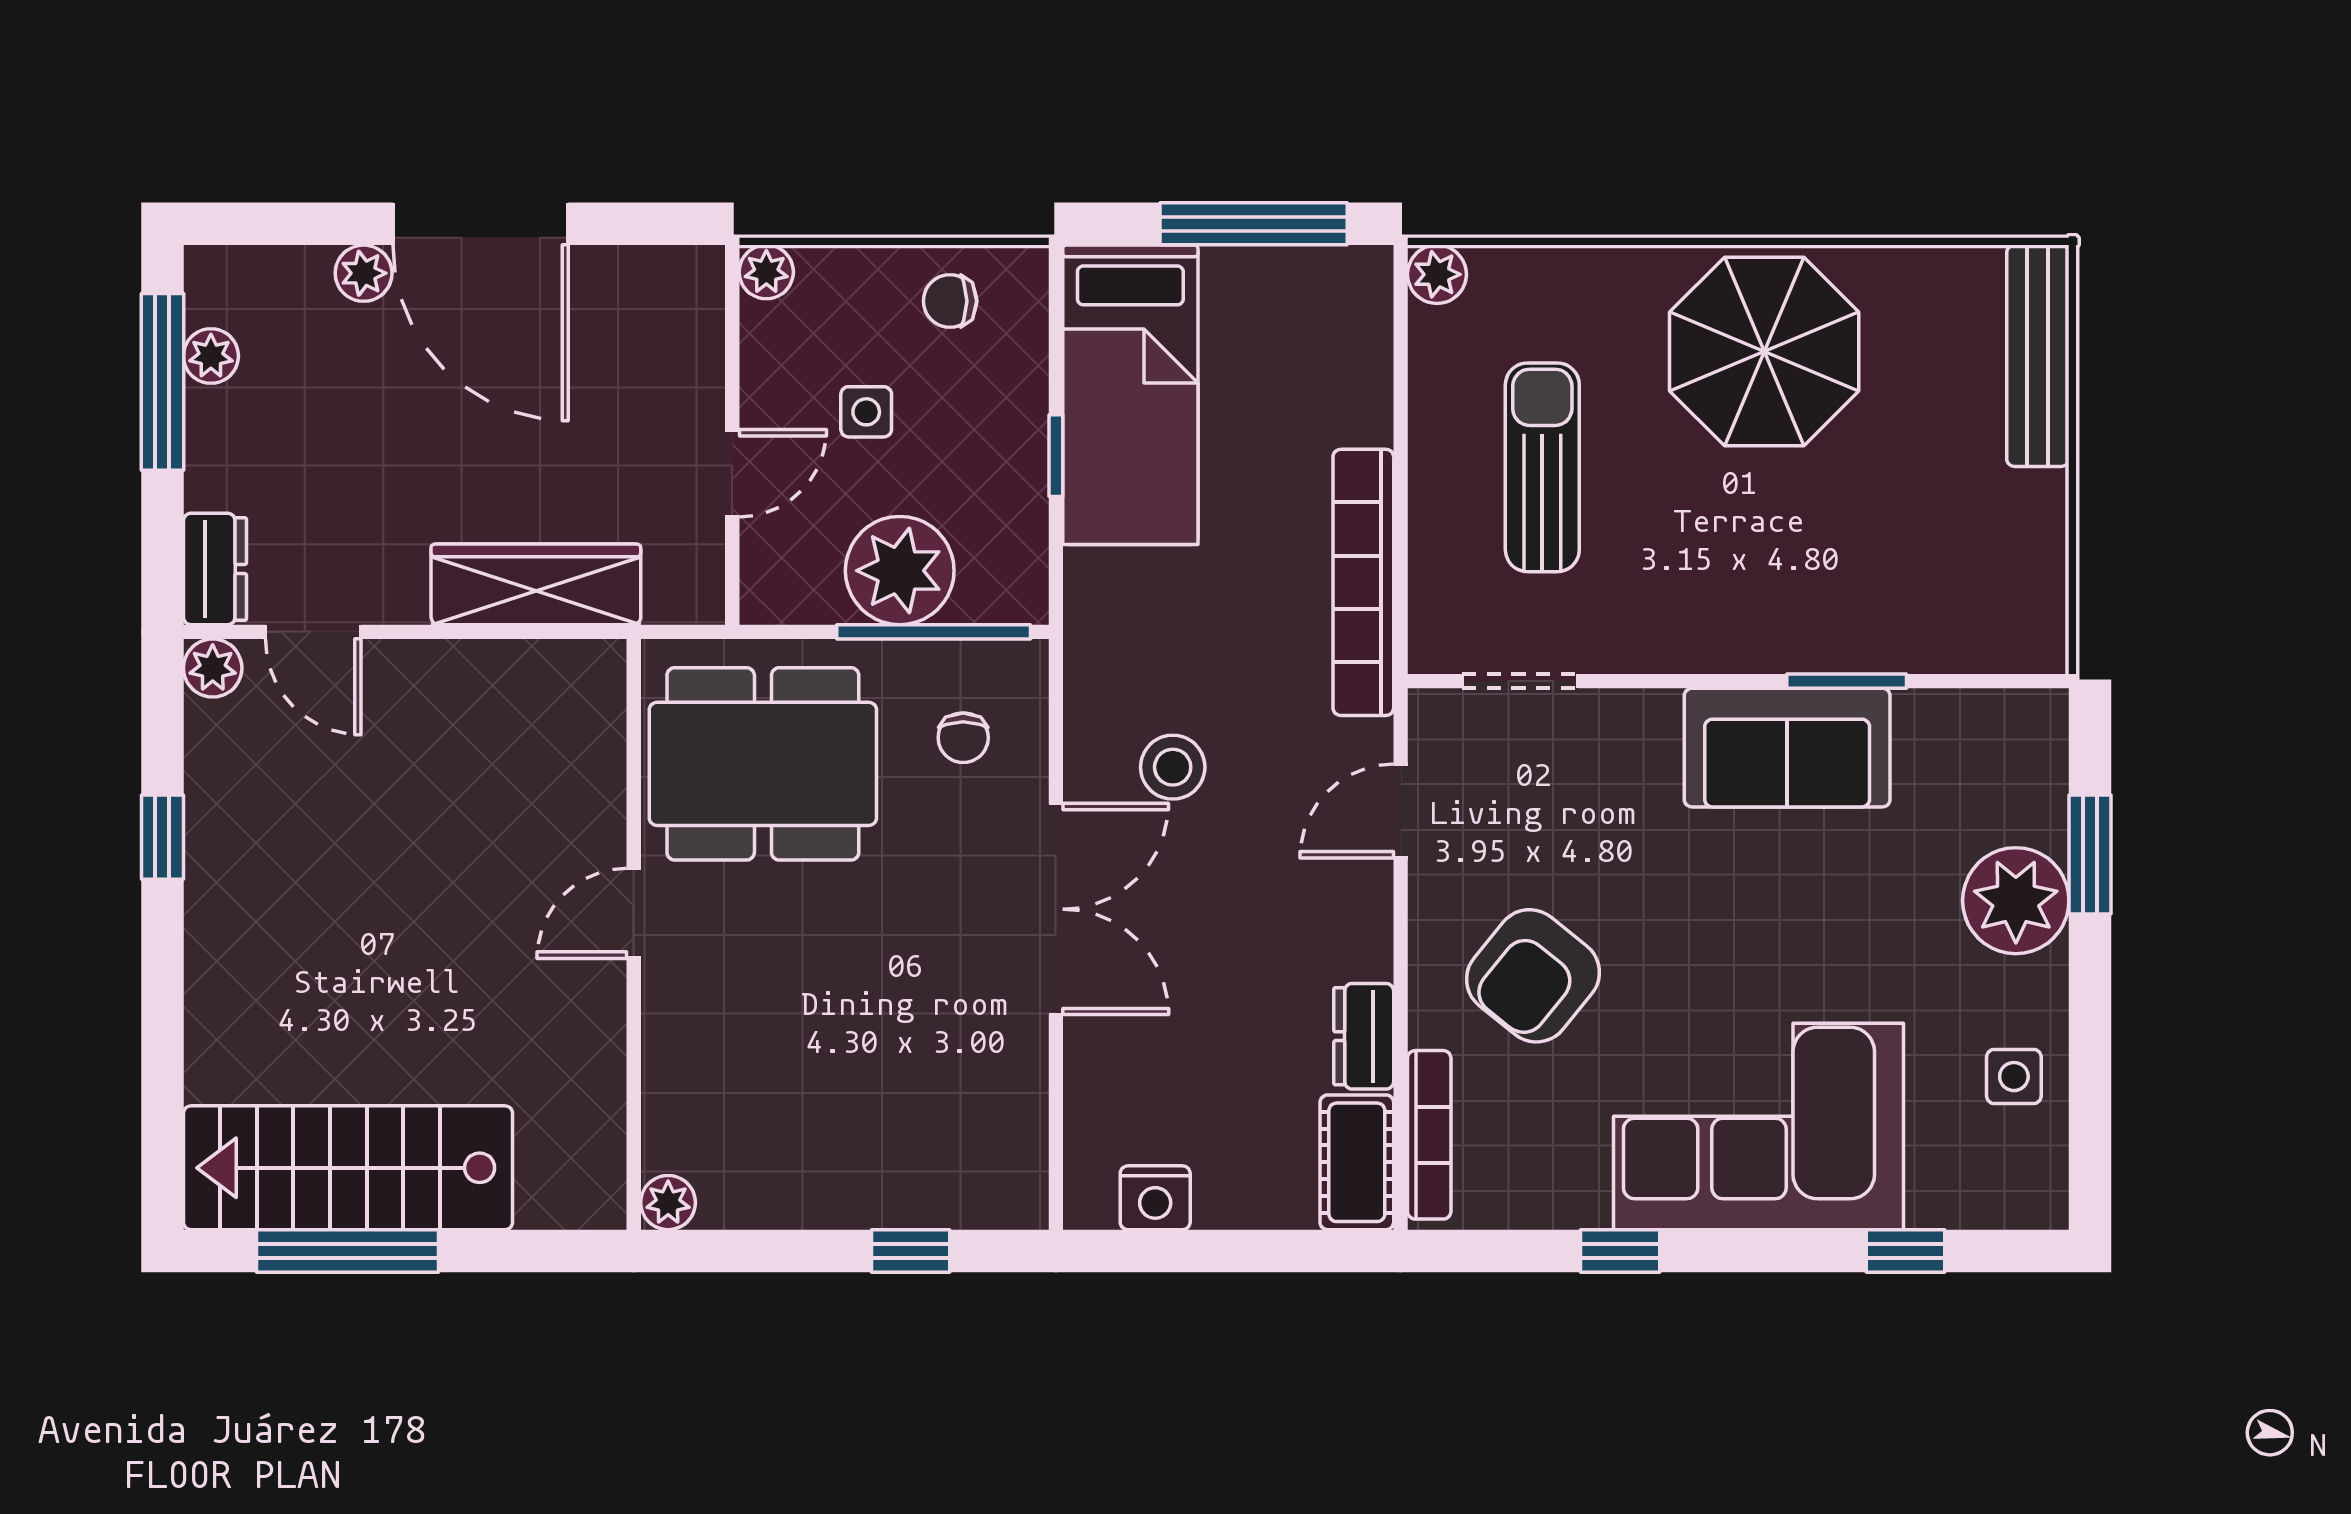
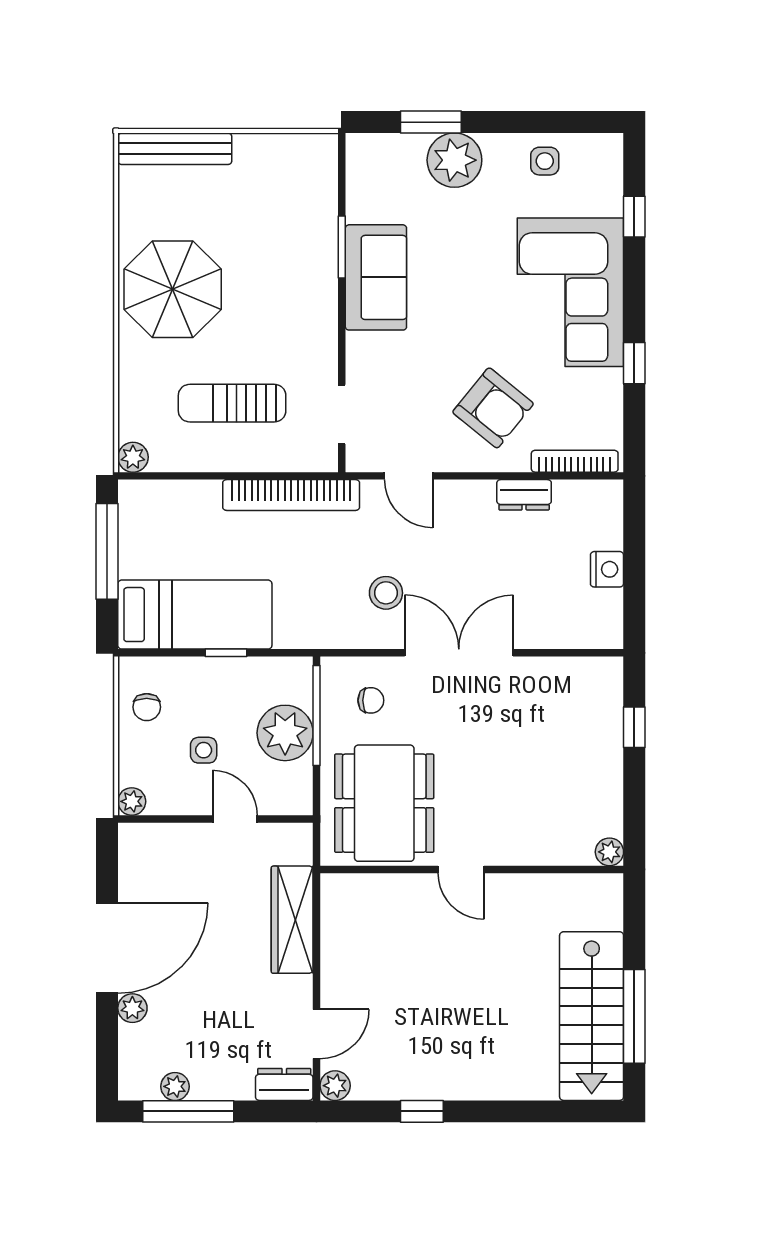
cot: (1357, 1162) -> (589, 498), removed
nightstand: (1155, 1198) -> (607, 569), moved

